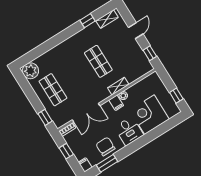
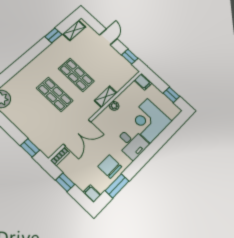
shop shelf: (53, 90) -> (55, 94), moved
filing cabinet: (116, 103) -> (143, 82), moved

